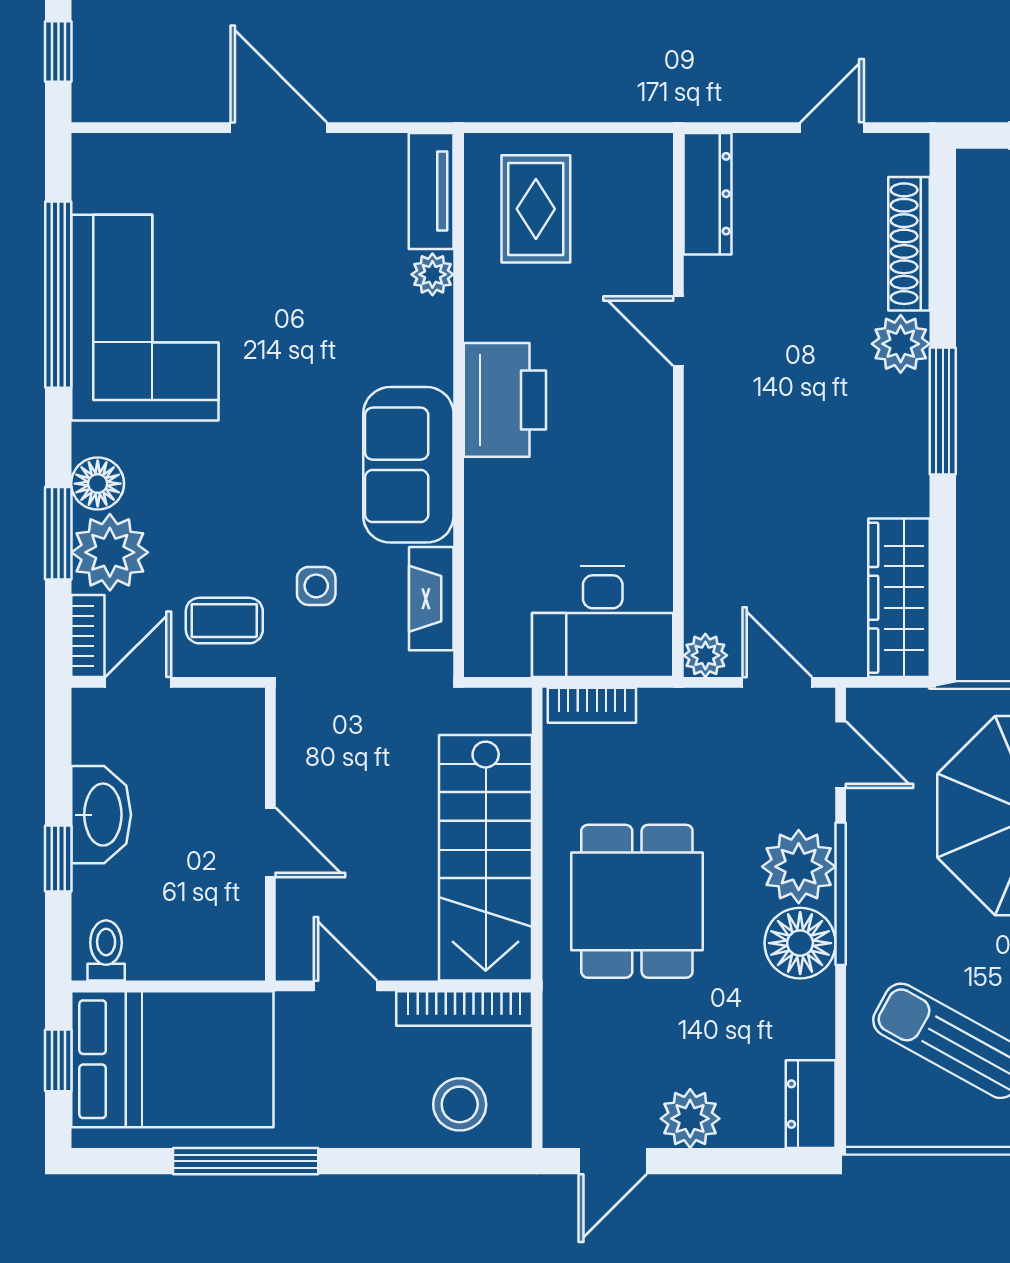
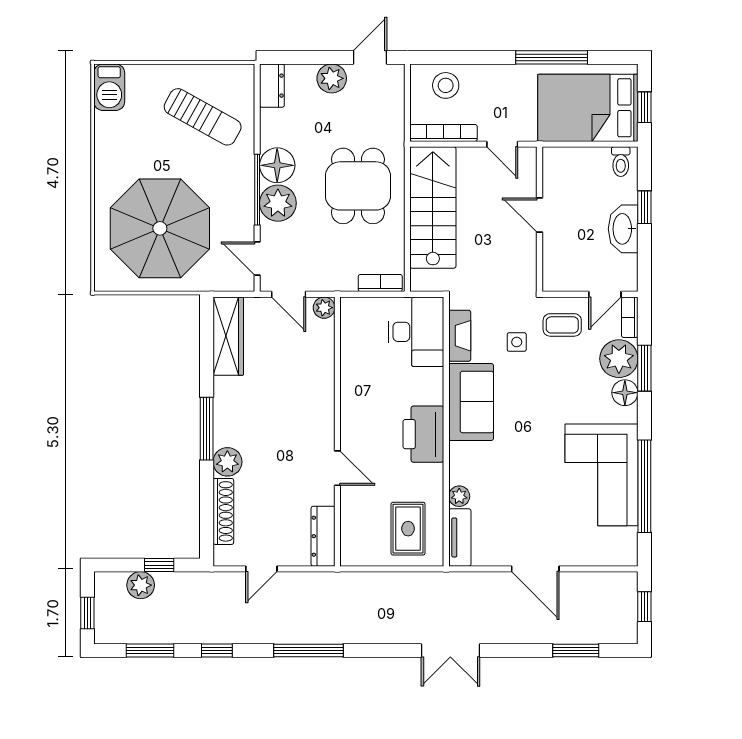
desk: (603, 622) -> (416, 332), moved, turned 90

